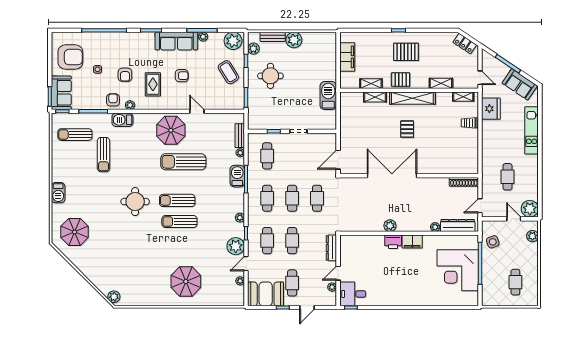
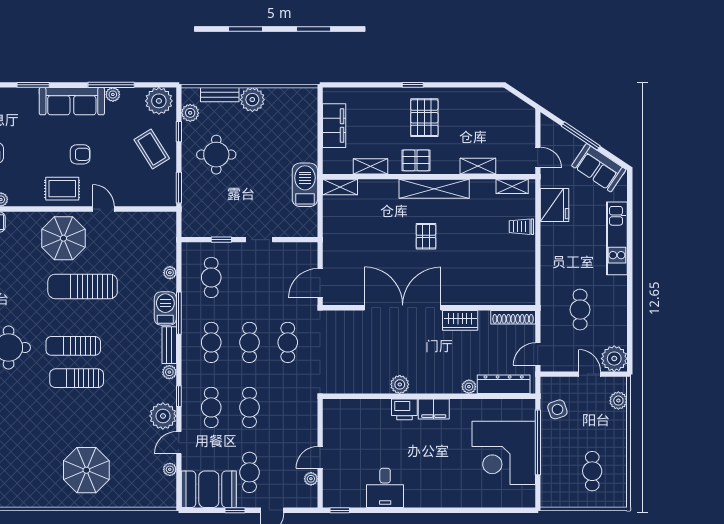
locker: (465, 44) -> (514, 105), removed
pallet: (406, 52) -> (424, 118), turned 90
rug: (153, 84) -> (62, 189), moved, turned 90
shelving: (375, 97) -> (340, 187), moved
bench: (240, 136) -> (169, 345), moved
wardrobe: (429, 184) -> (460, 320), added
dresser: (331, 248) -> (310, 419), removed
desk: (353, 294) -> (385, 488), moved, turned -90

